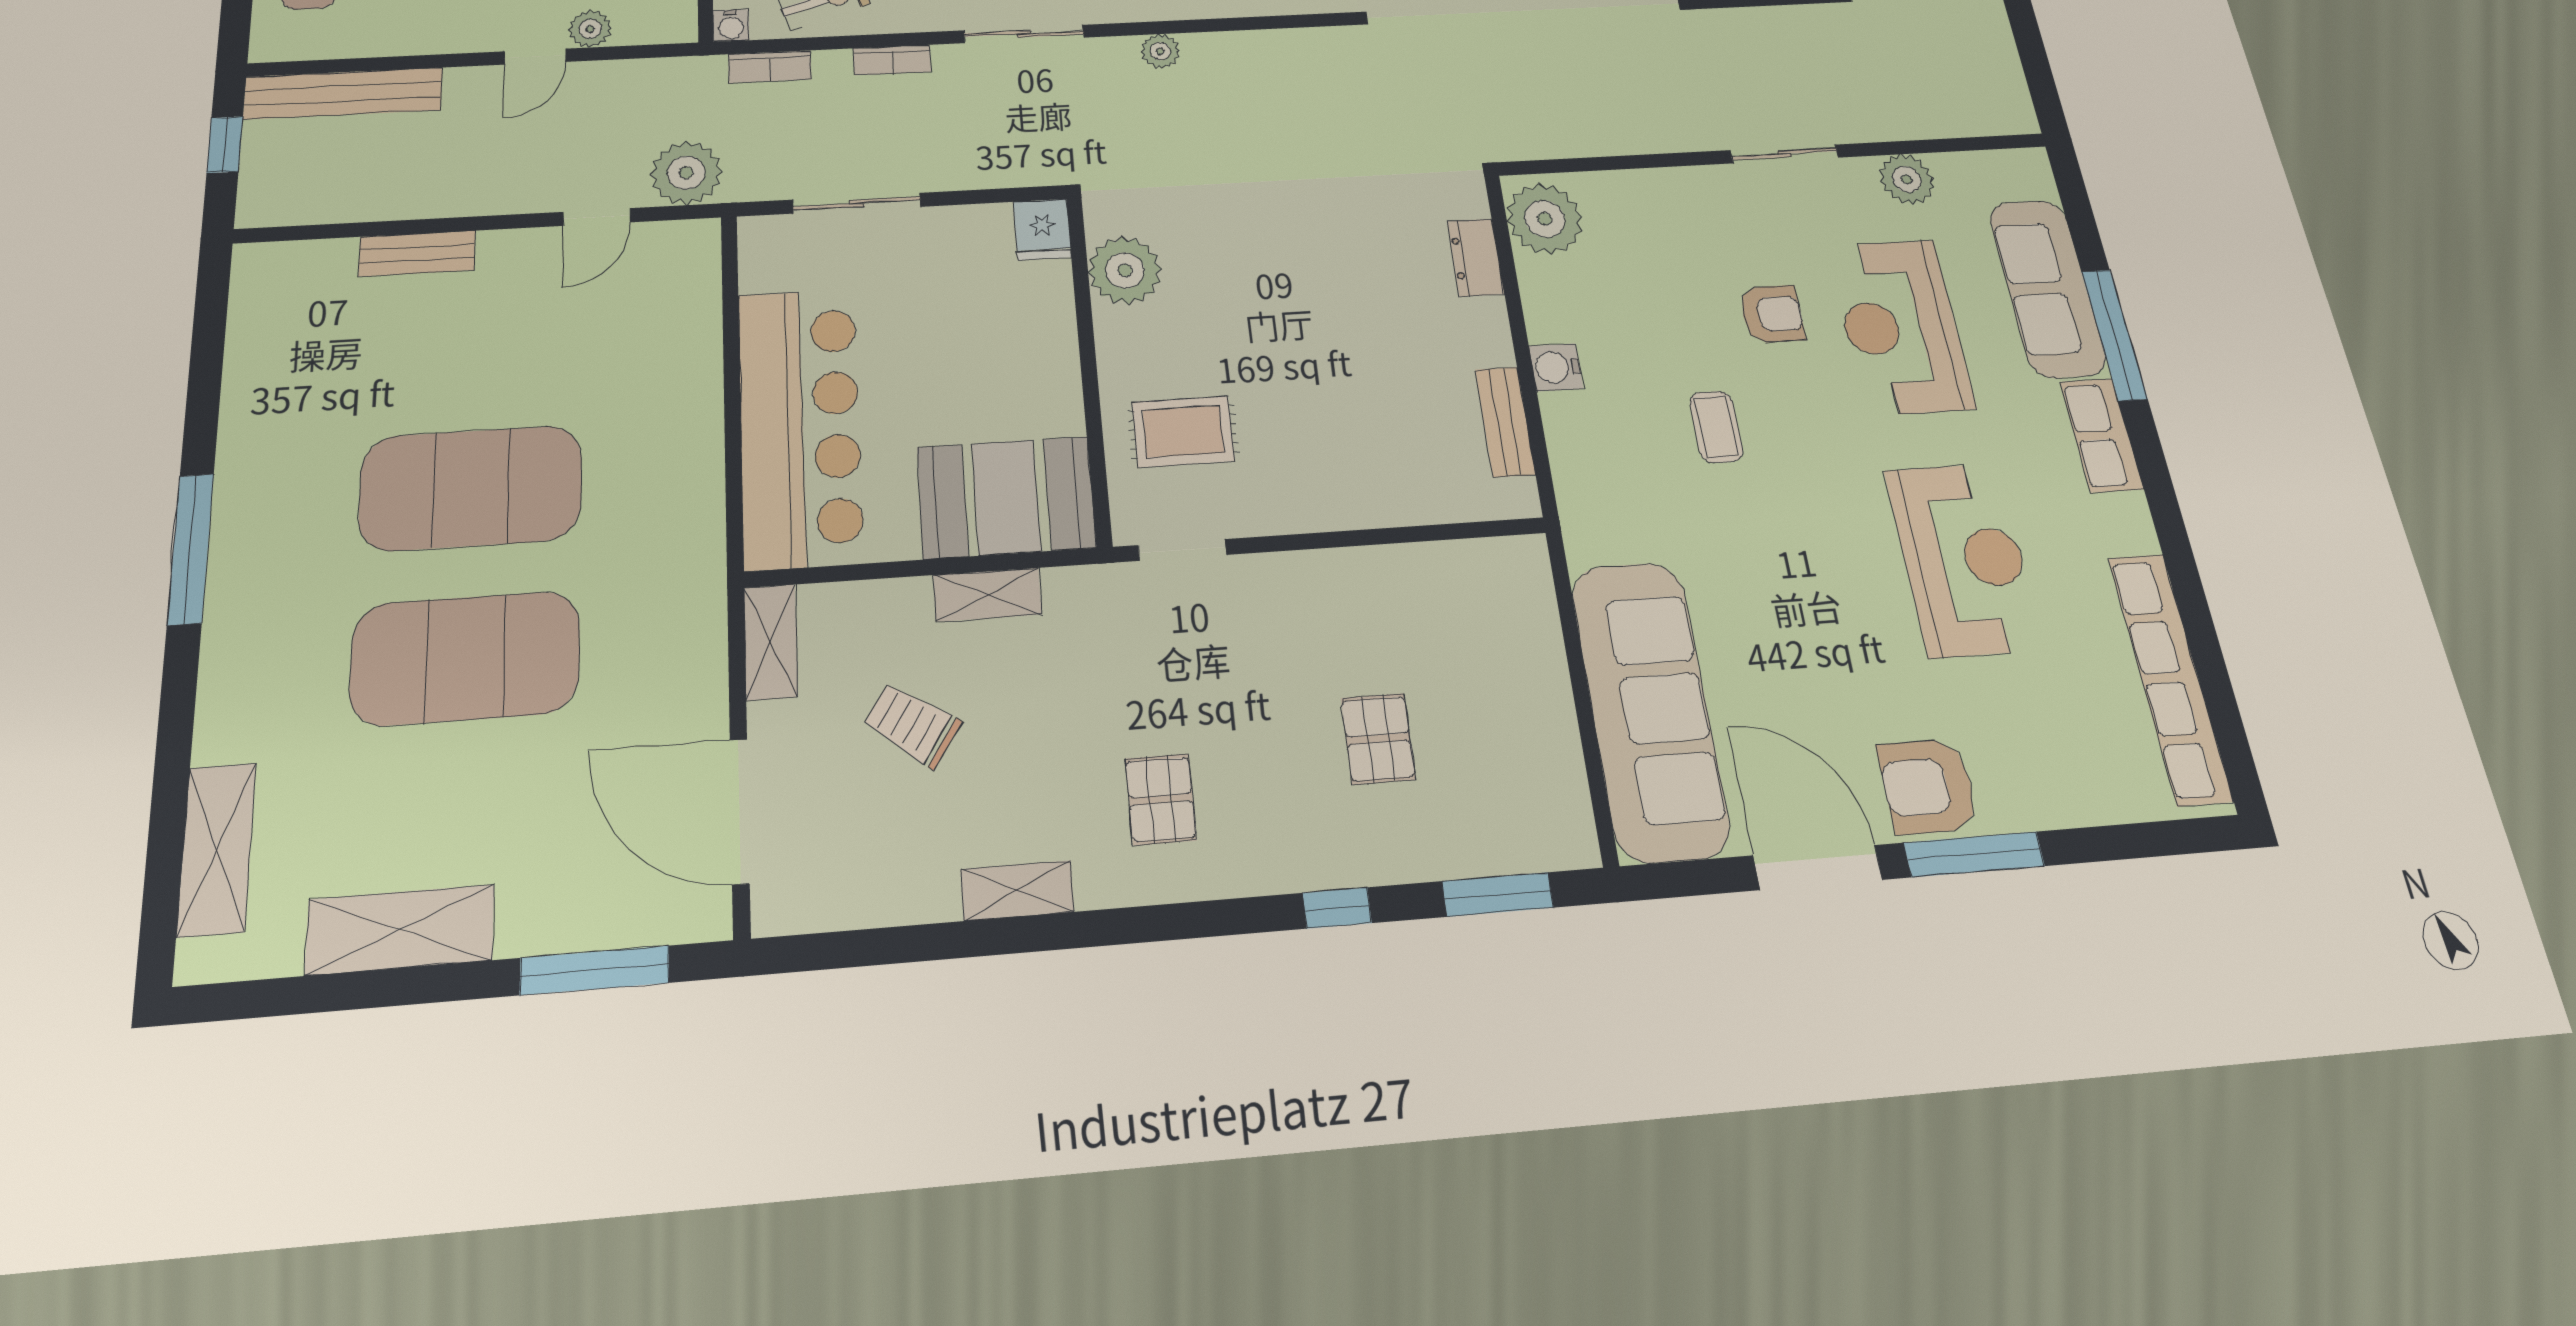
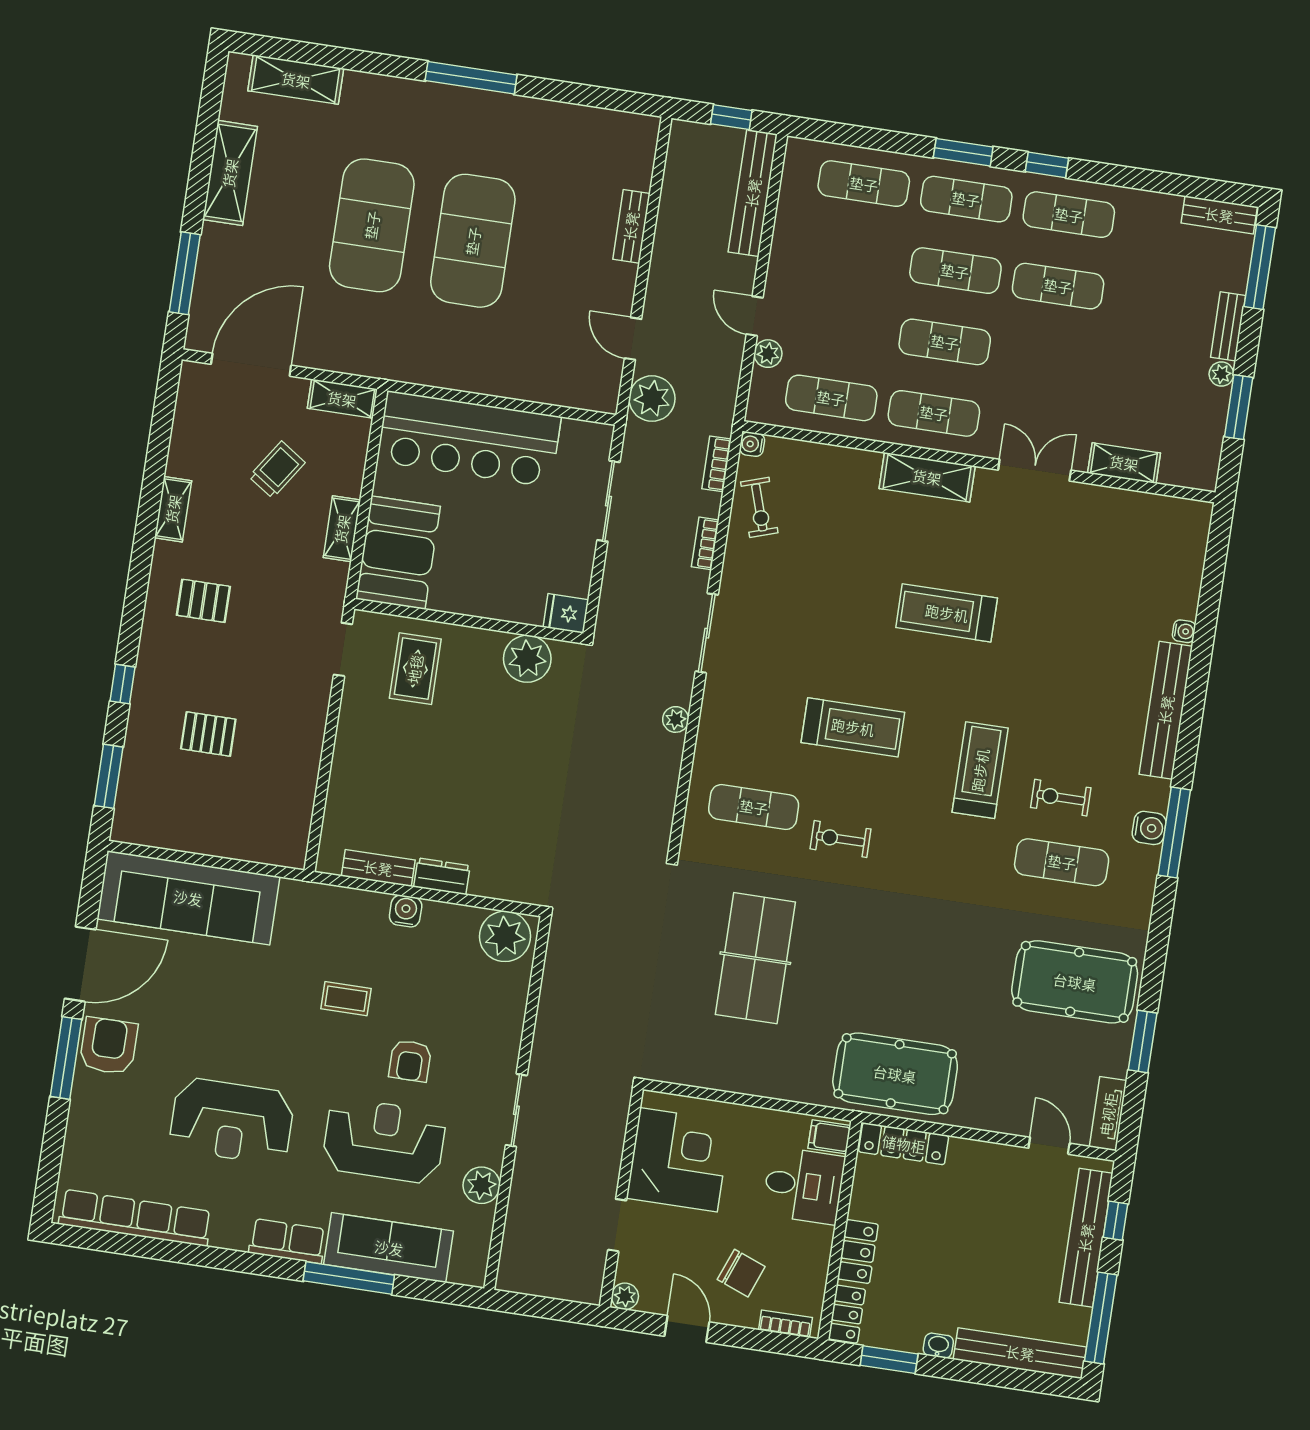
dresser: (1476, 258) -> (442, 876), moved

